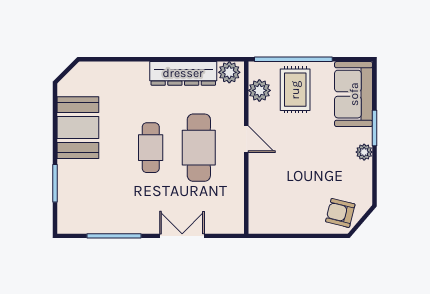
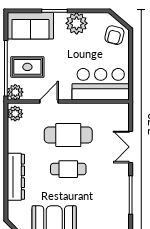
dresser: (183, 73) -> (16, 177), moved
plant: (259, 90) -> (15, 92), moved
door: (246, 139) -> (49, 102), moved
plant: (364, 152) -> (77, 23), width x1.87, depth x1.87
bar counter: (271, 193) -> (101, 84), added

